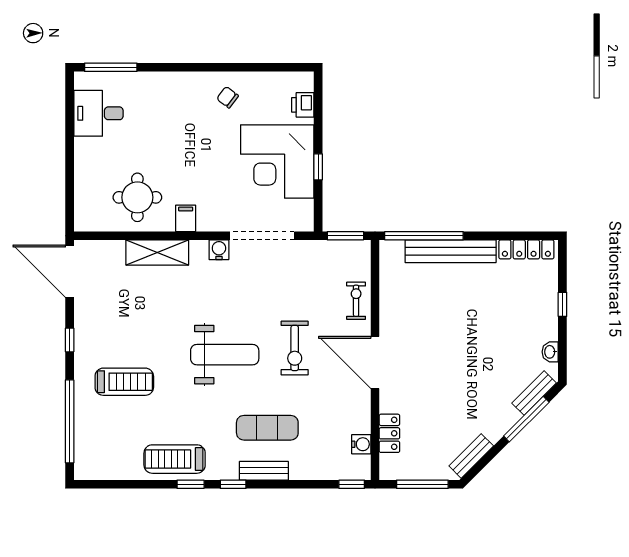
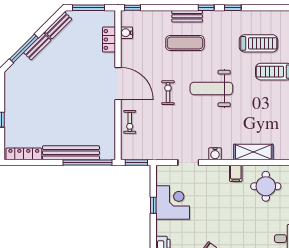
corner desk: (277, 162) -> (173, 203), width x0.74, depth x0.74
doorway: (262, 236) -> (188, 162), width x0.53
exercise bike: (295, 348) -> (168, 93), width x0.73, depth x0.72
washbasin: (550, 352) -> (9, 90), removed
bench: (534, 393) -> (37, 46), moved
treadmill: (175, 459) -> (258, 43), moved

